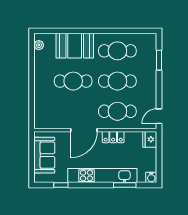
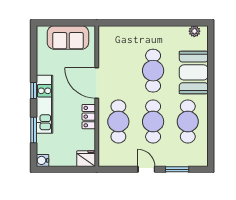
door: (159, 116) -> (146, 169), moved
kitchen unit: (102, 176) -> (44, 104), width x0.73
window: (61, 185) -> (34, 91), moved

